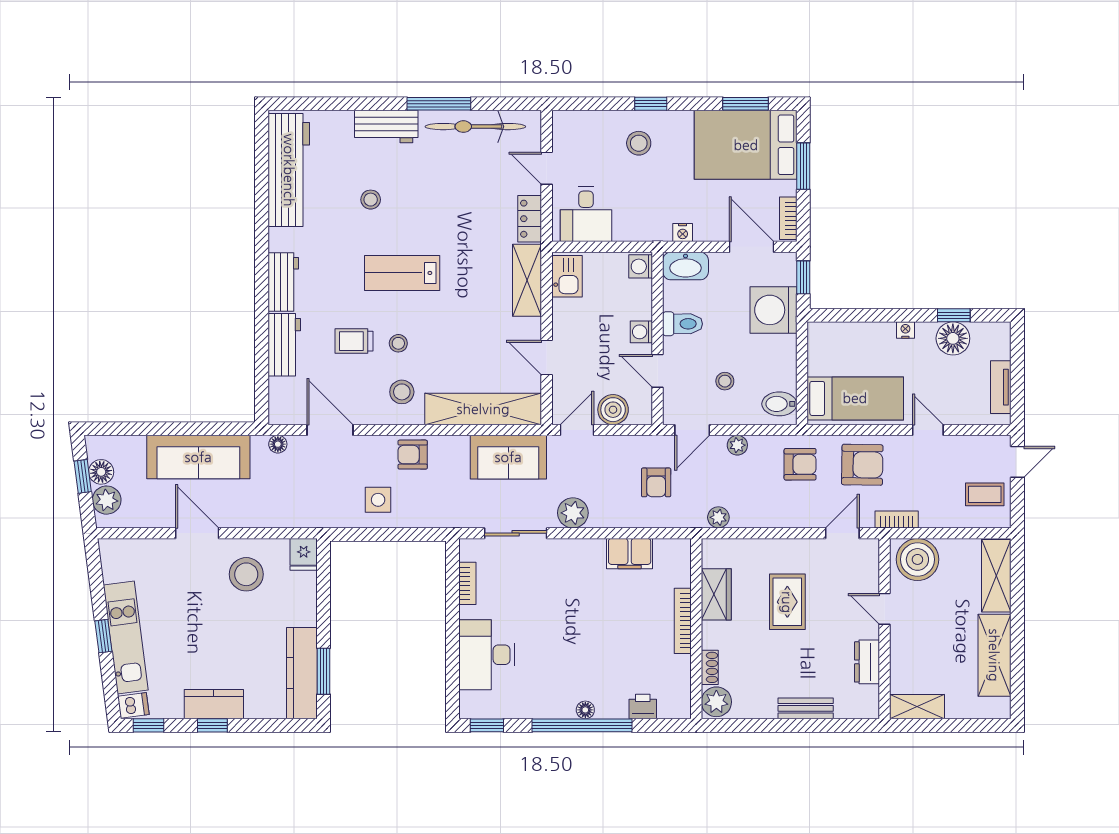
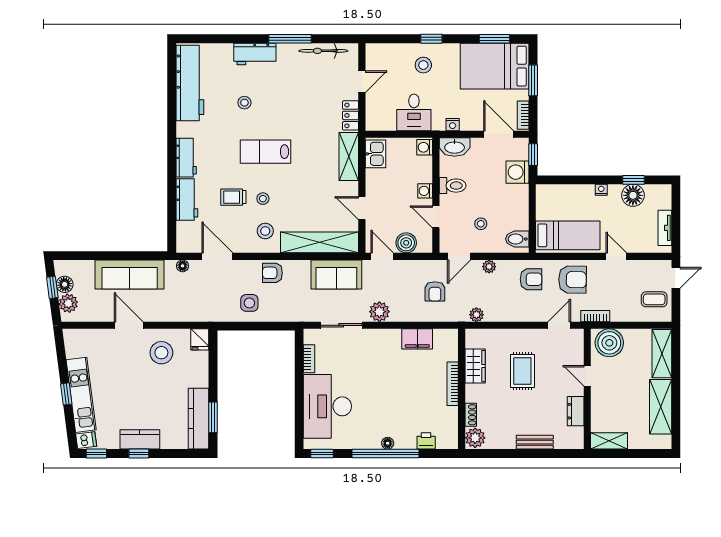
bicycle: (475, 127) -> (323, 51), width x0.73, depth x0.71
door: (547, 168) -> (362, 82), swing flipped
desk: (586, 214) -> (414, 112), moved
washing machine: (773, 310) -> (517, 172), width x0.73, depth x0.73
door: (577, 430) -> (382, 256), hinge flipped
desk: (487, 655) -> (327, 406), width x1.36, depth x1.30

